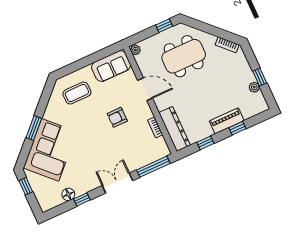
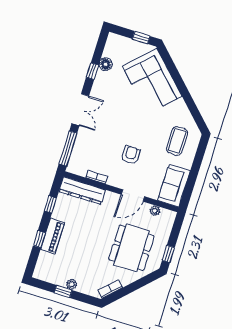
plant: (135, 50) -> (155, 211), moved
plant: (254, 87) -> (72, 284), moved
window: (34, 128) -> (180, 84), removed

